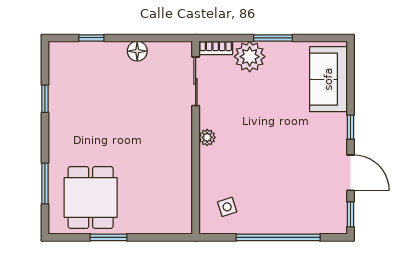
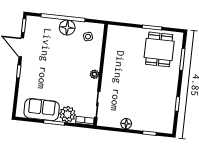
sofa: (328, 79) -> (42, 110), moved, turned -90
floor lamp: (268, 220) -> (67, 28), added

